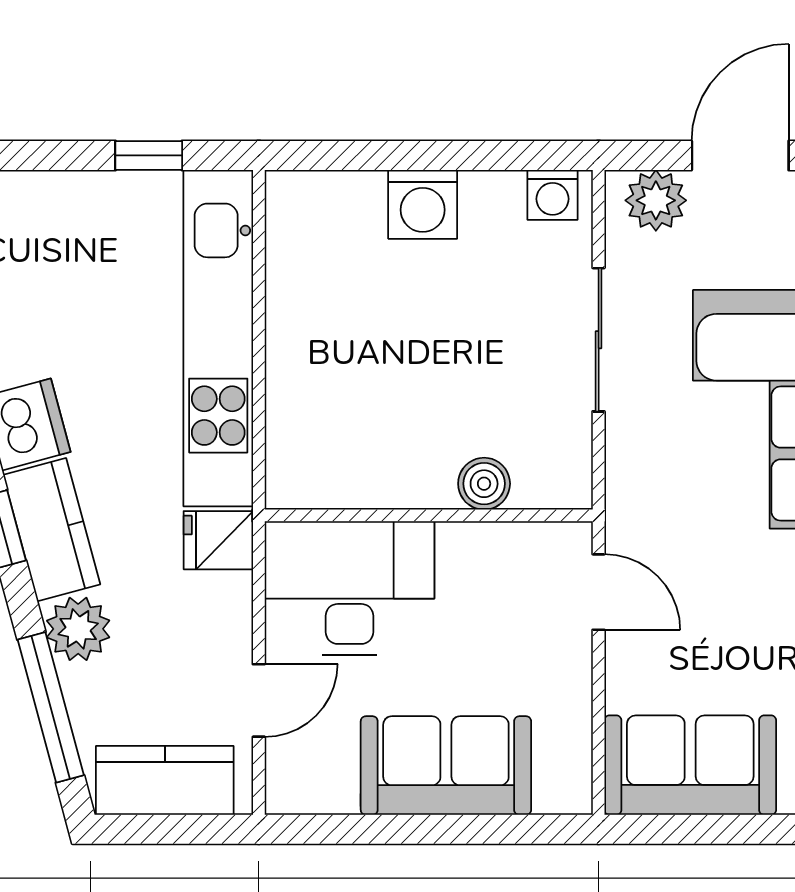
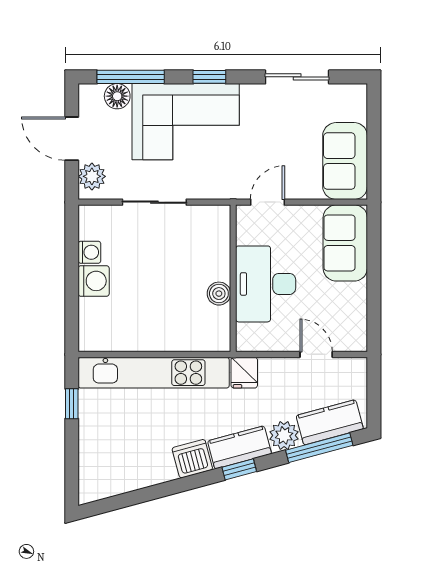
washing machine: (553, 195) -> (89, 252), moved
boiler: (484, 484) -> (219, 294), moved
desk: (349, 588) -> (266, 284), moved
sofa: (446, 766) -> (345, 243), moved
kitchen counter: (165, 780) -> (330, 422), moved, turned 75

